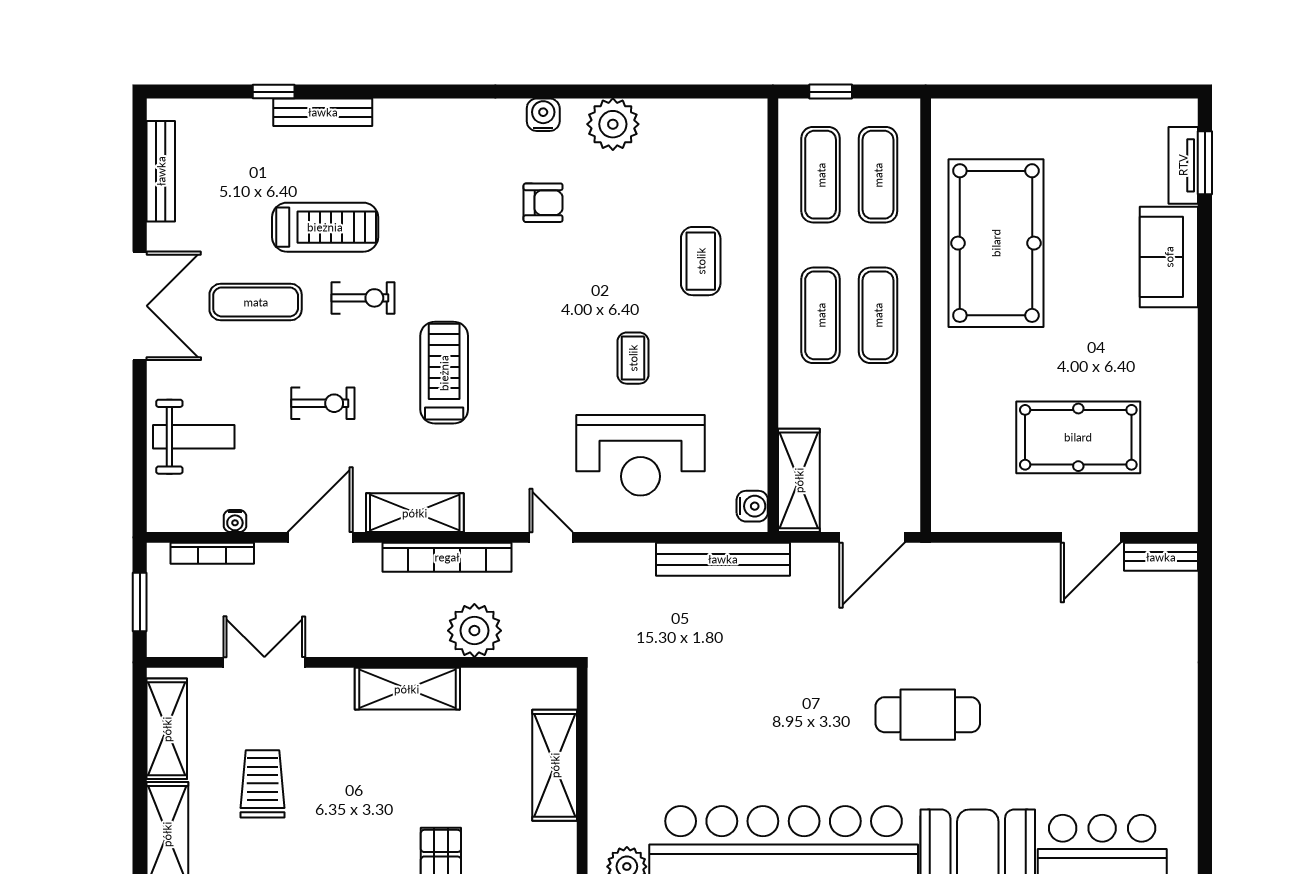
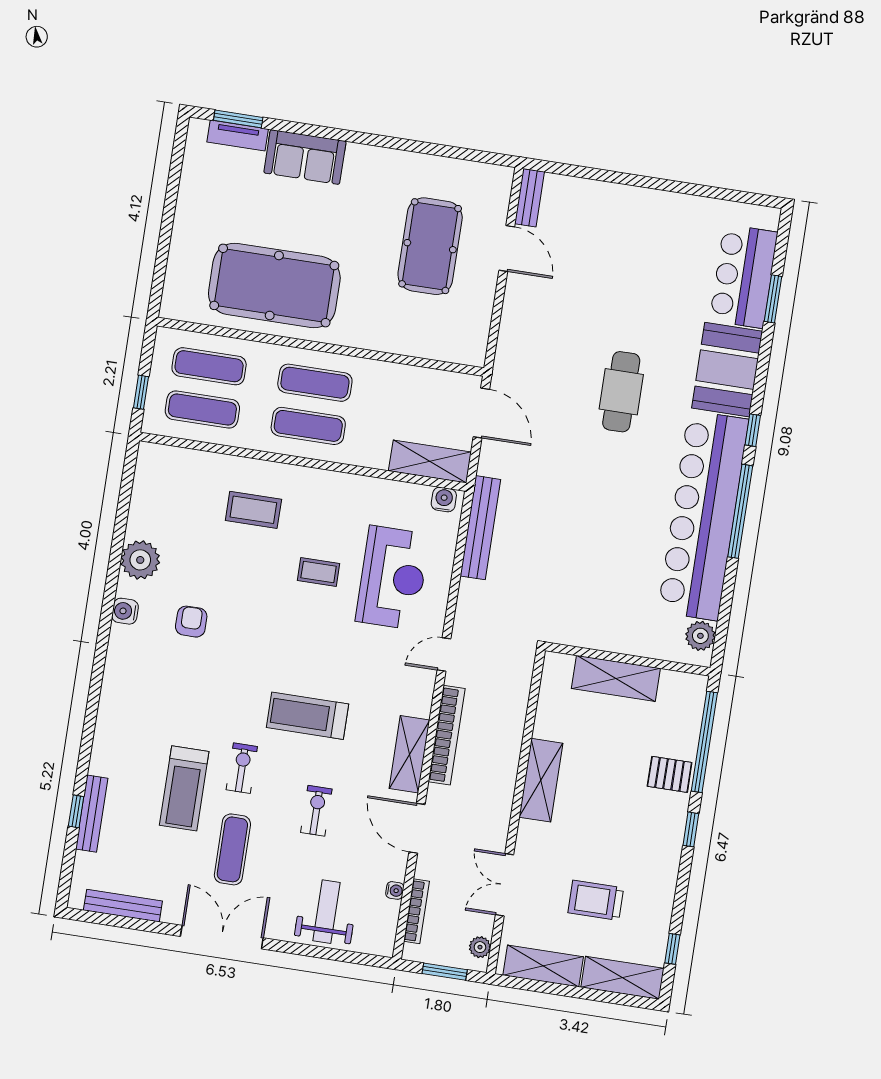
bench: (323, 112) -> (92, 814), moved
treadmill: (325, 227) -> (184, 788), turned 180
plant: (474, 631) -> (480, 947), moved, width x0.53, depth x0.53

